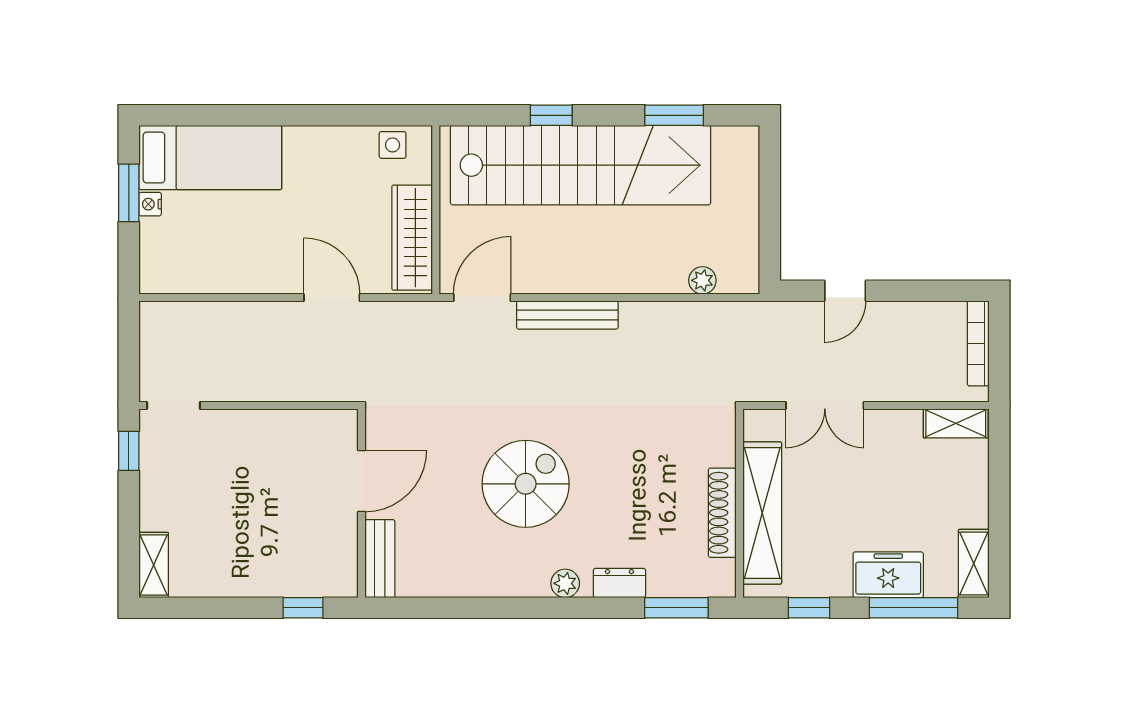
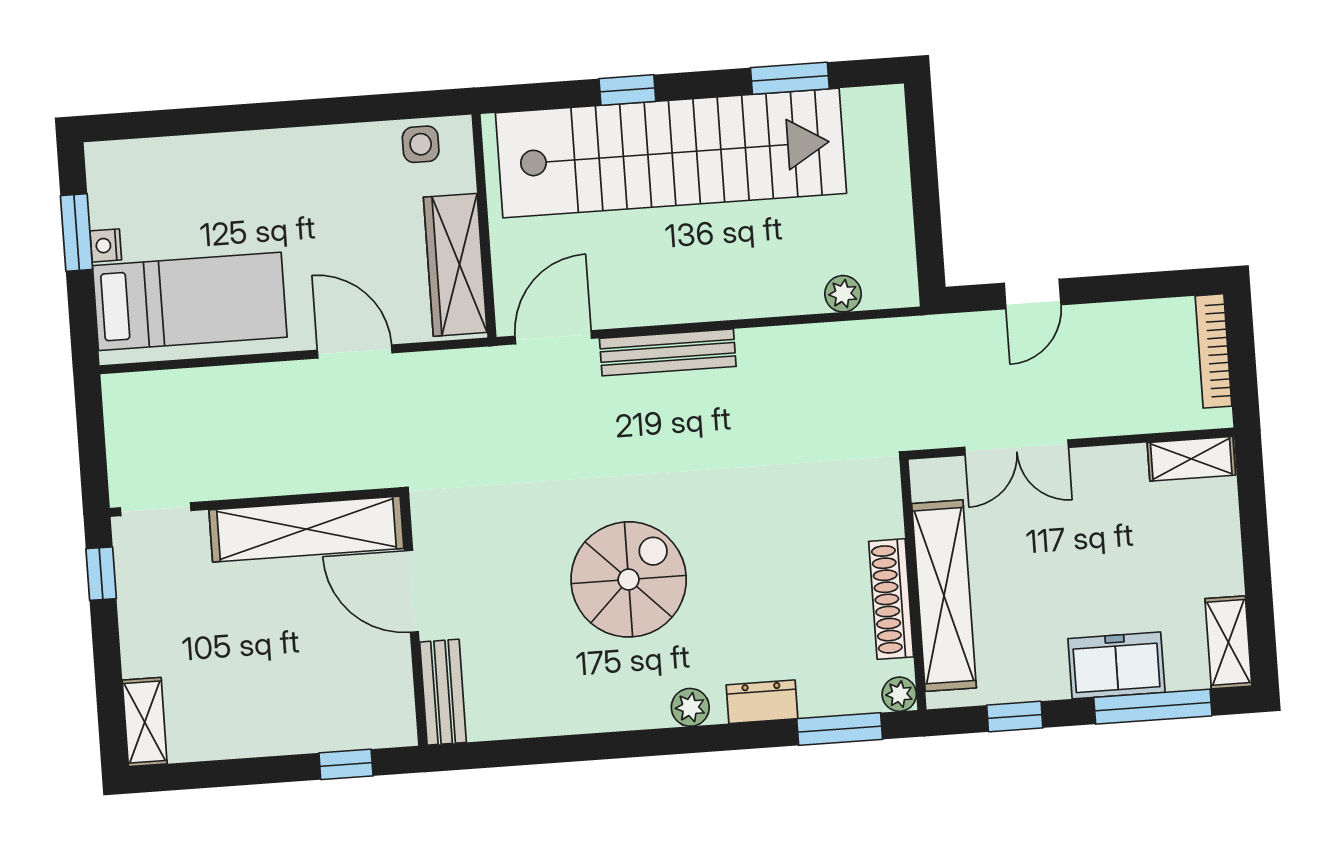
bed: (210, 158) -> (190, 301), moved
shelving: (286, 428) -> (306, 529), added
door: (362, 481) -> (412, 591), swing flipped
plant: (723, 585) -> (899, 694), added

